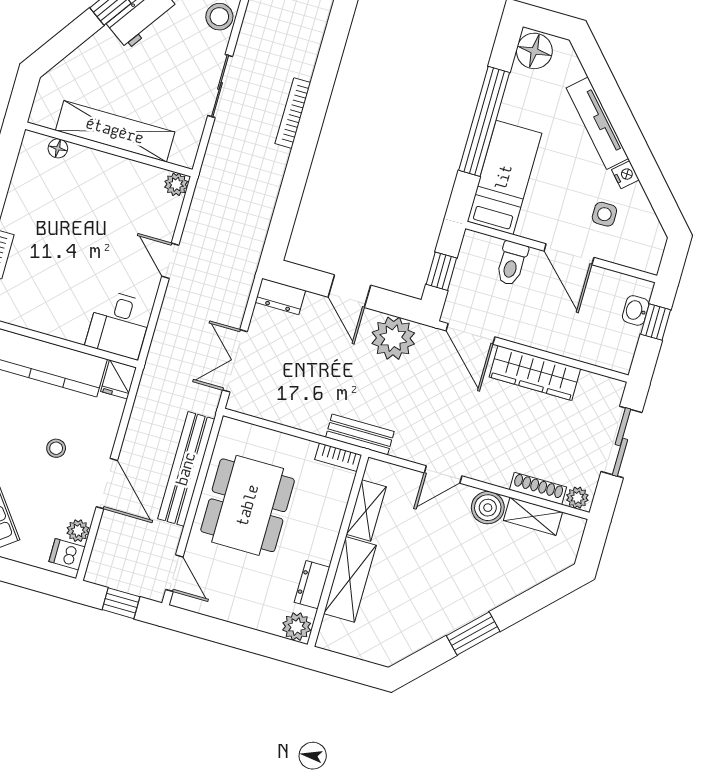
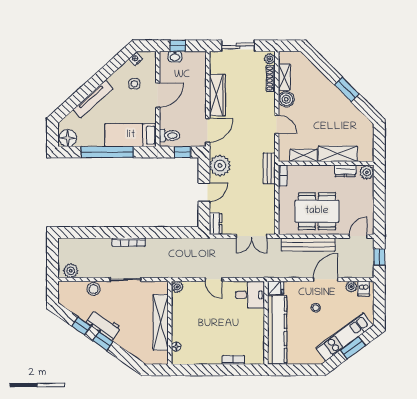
nightstand: (625, 175) -> (136, 59), moved
door: (170, 261) -> (214, 279), hinge flipped
toilet: (512, 263) -> (170, 136), moved

